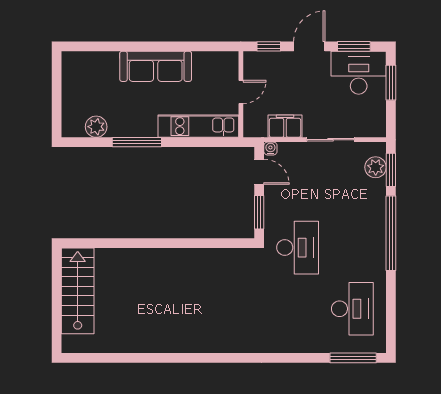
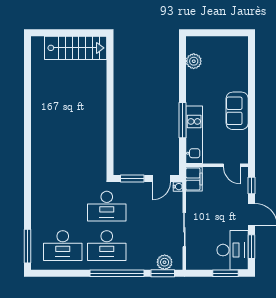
sofa: (156, 66) -> (237, 111), width x0.73
door: (241, 92) -> (232, 165), moved
filing cabinet: (285, 126) -> (194, 179), moved
window: (137, 142) -> (183, 120), moved
desk: (352, 248) -> (107, 246), added

